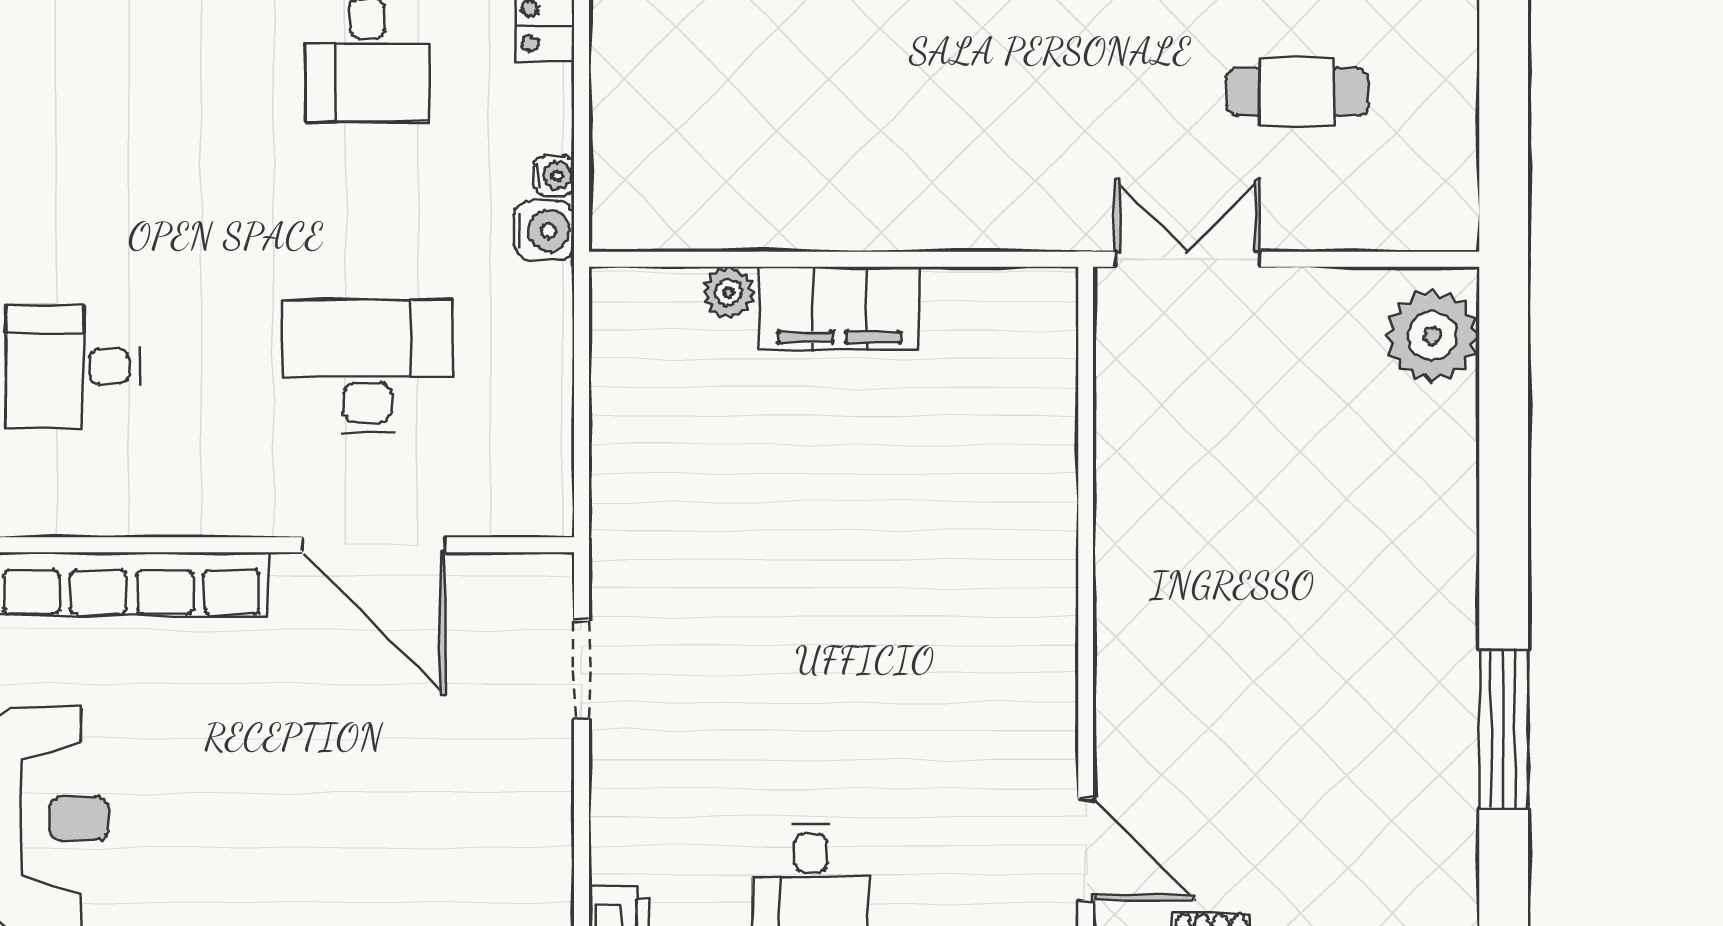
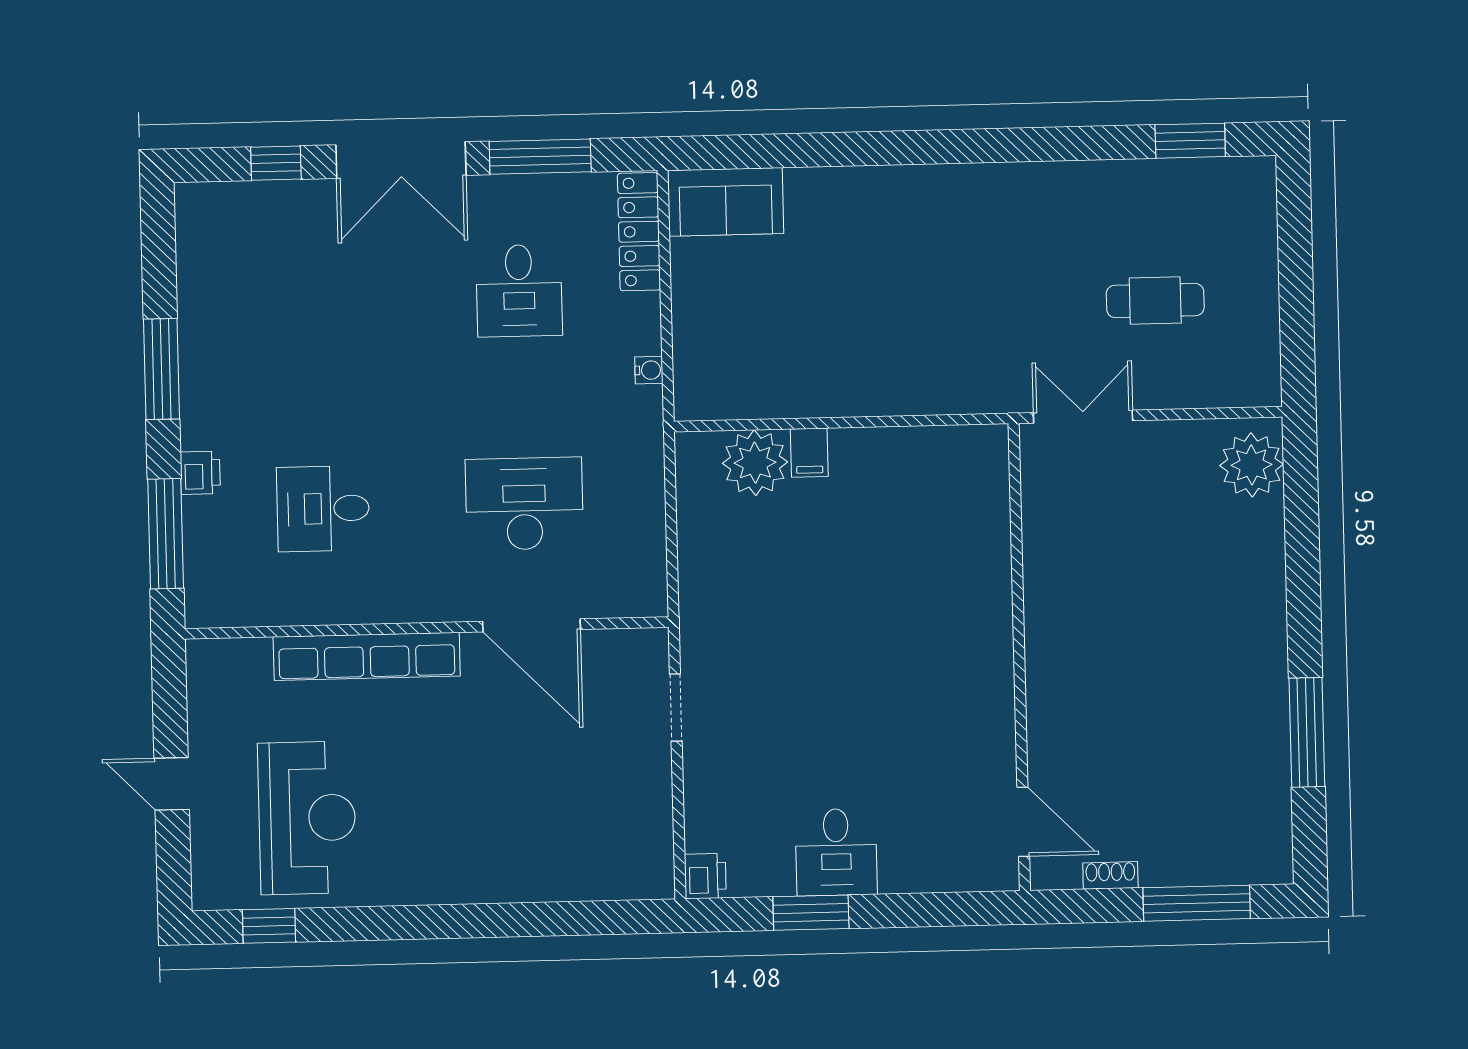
water cooler: (544, 231) -> (643, 408), removed
plant: (729, 292) -> (755, 463), width x1.88, depth x1.88
filing cabinet: (839, 308) -> (809, 453), width x0.33, depth x0.86

